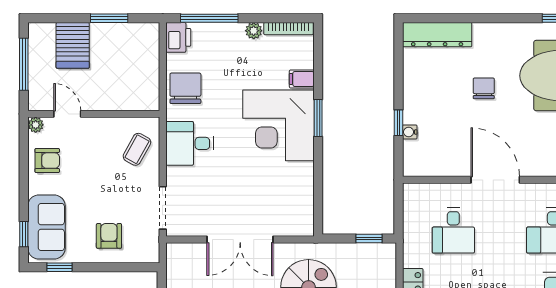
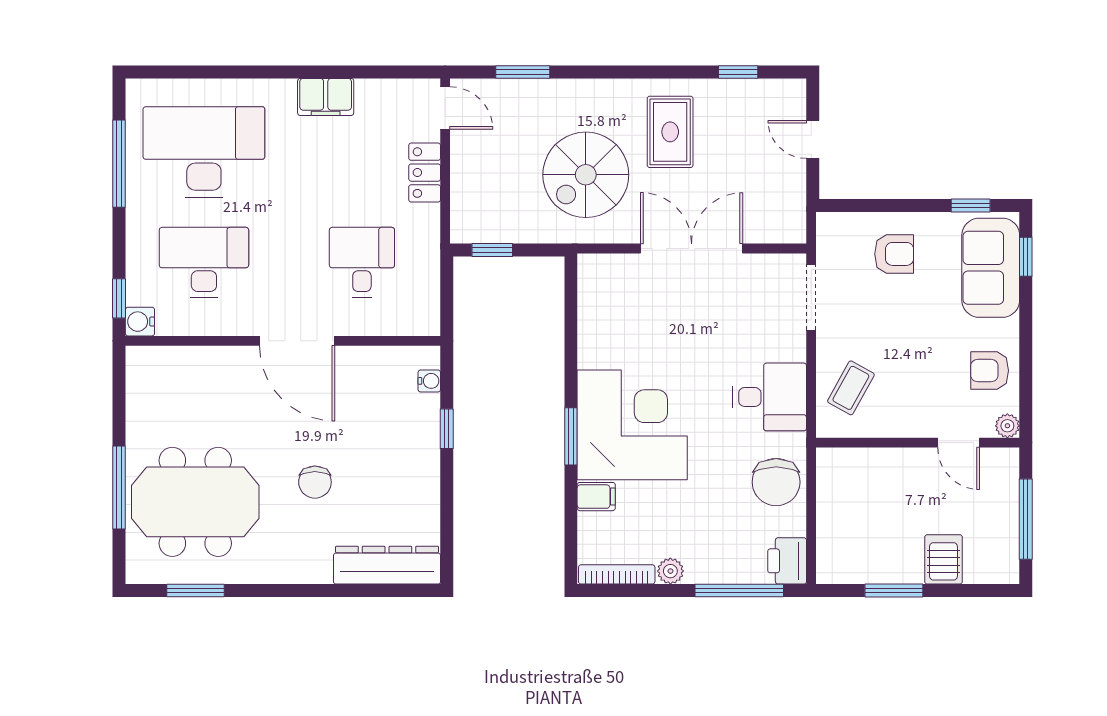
server rack: (73, 45) -> (943, 559), width x0.73, depth x0.70
water cooler: (410, 132) -> (429, 381), moved
armchair: (109, 236) -> (894, 254), turned -90

